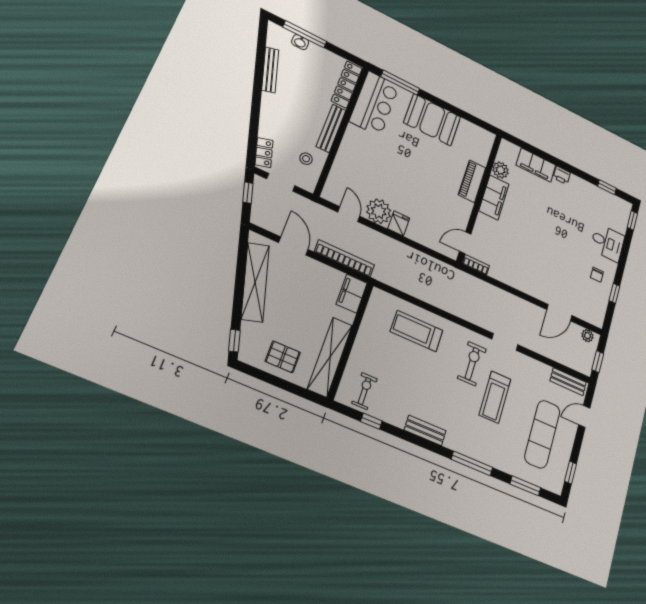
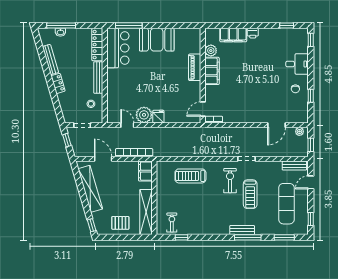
locker: (264, 153) -> (58, 83), moved
bench: (425, 430) -> (242, 230), moved

